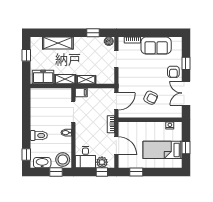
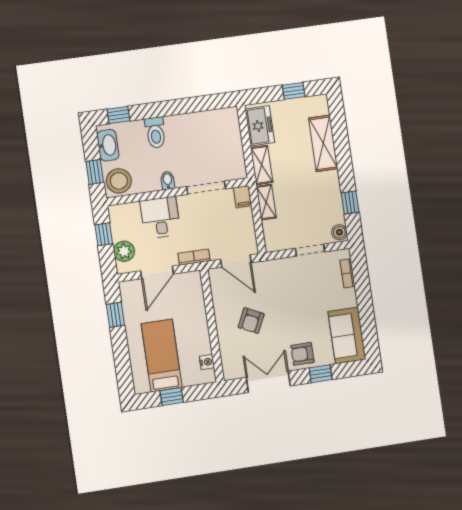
sofa: (156, 46) -> (347, 335), moved
desk: (85, 157) -> (160, 218), moved, turned 90
window: (102, 172) -> (104, 234), moved

